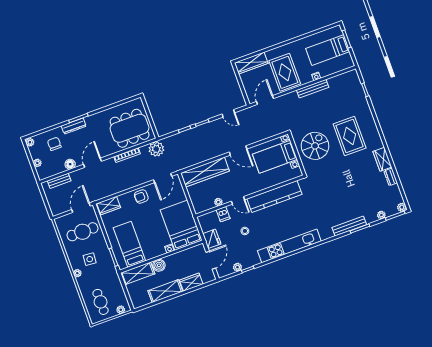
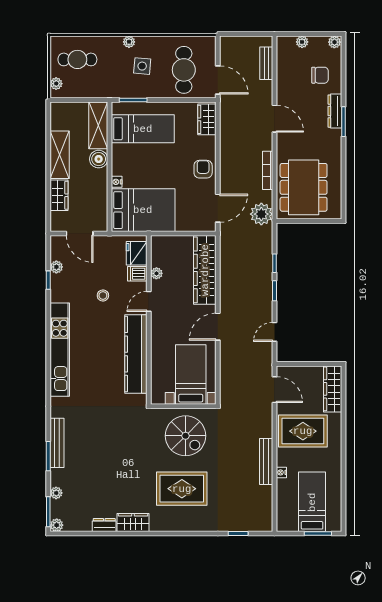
floor lamp: (70, 164) -> (284, 87), removed
door: (163, 178) -> (218, 208), swing flipped
fridge: (212, 239) -> (137, 253), moved, turned 90

